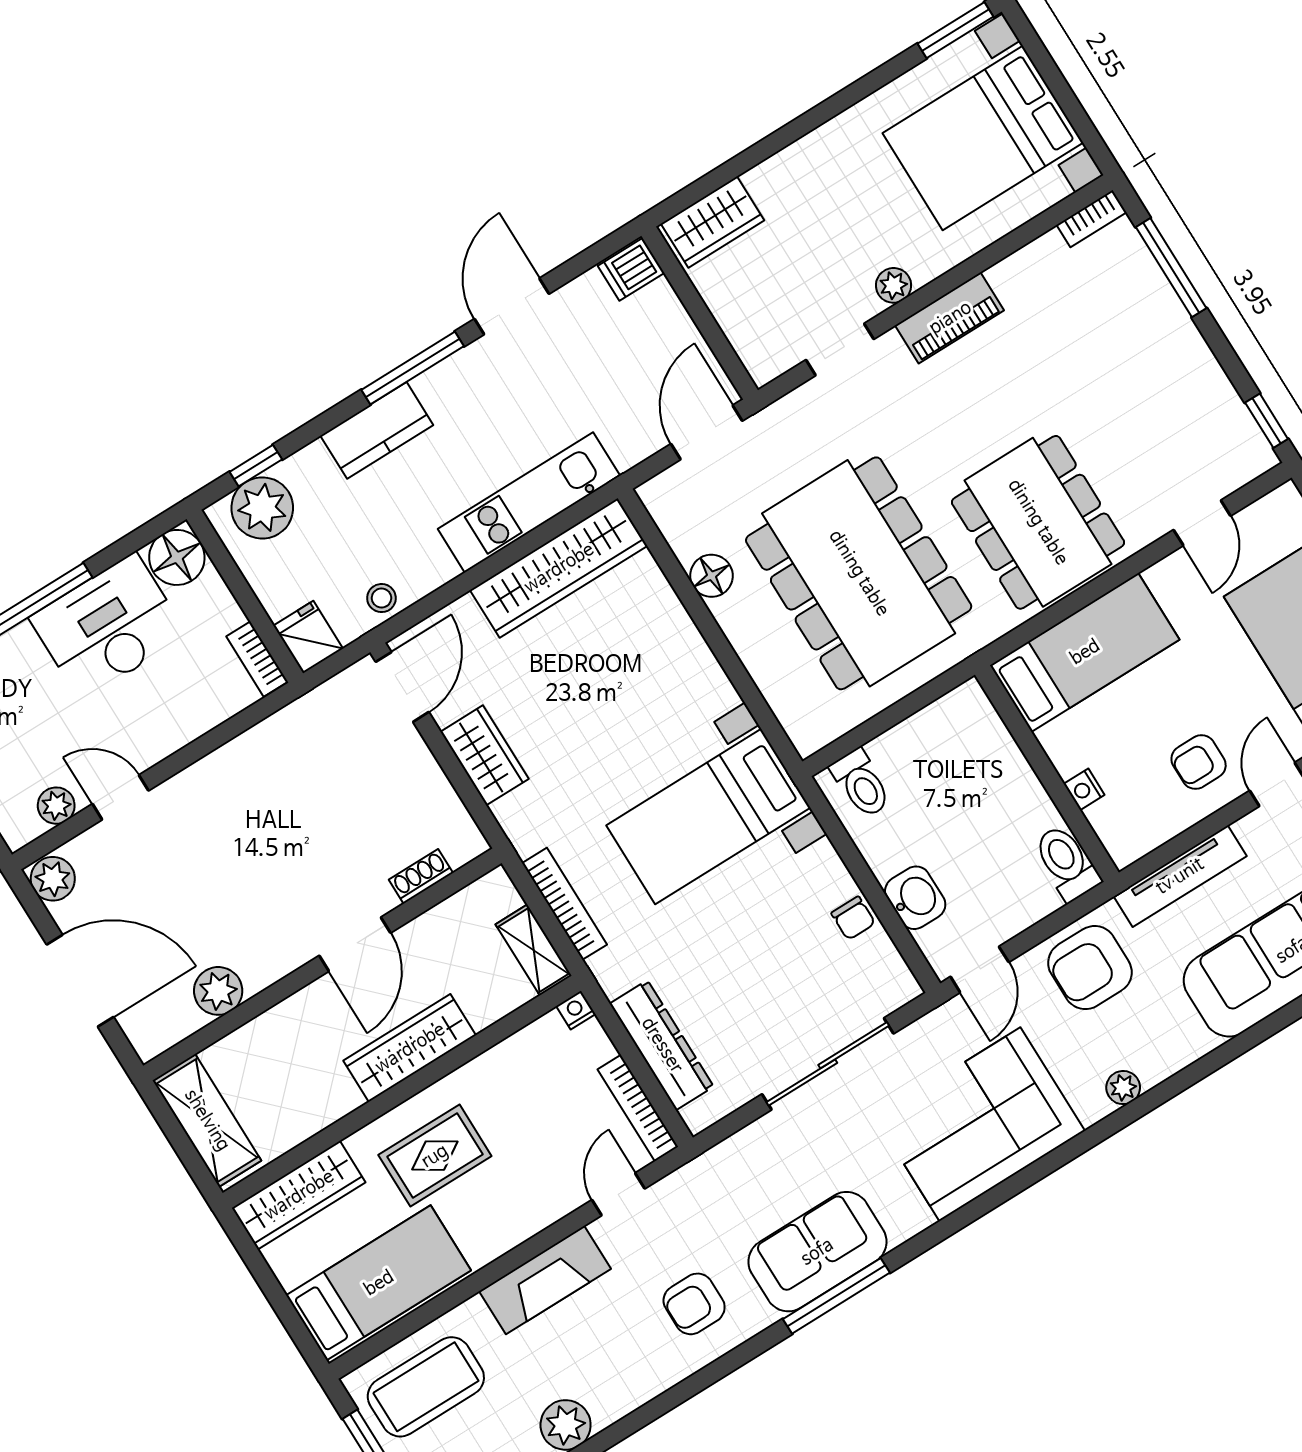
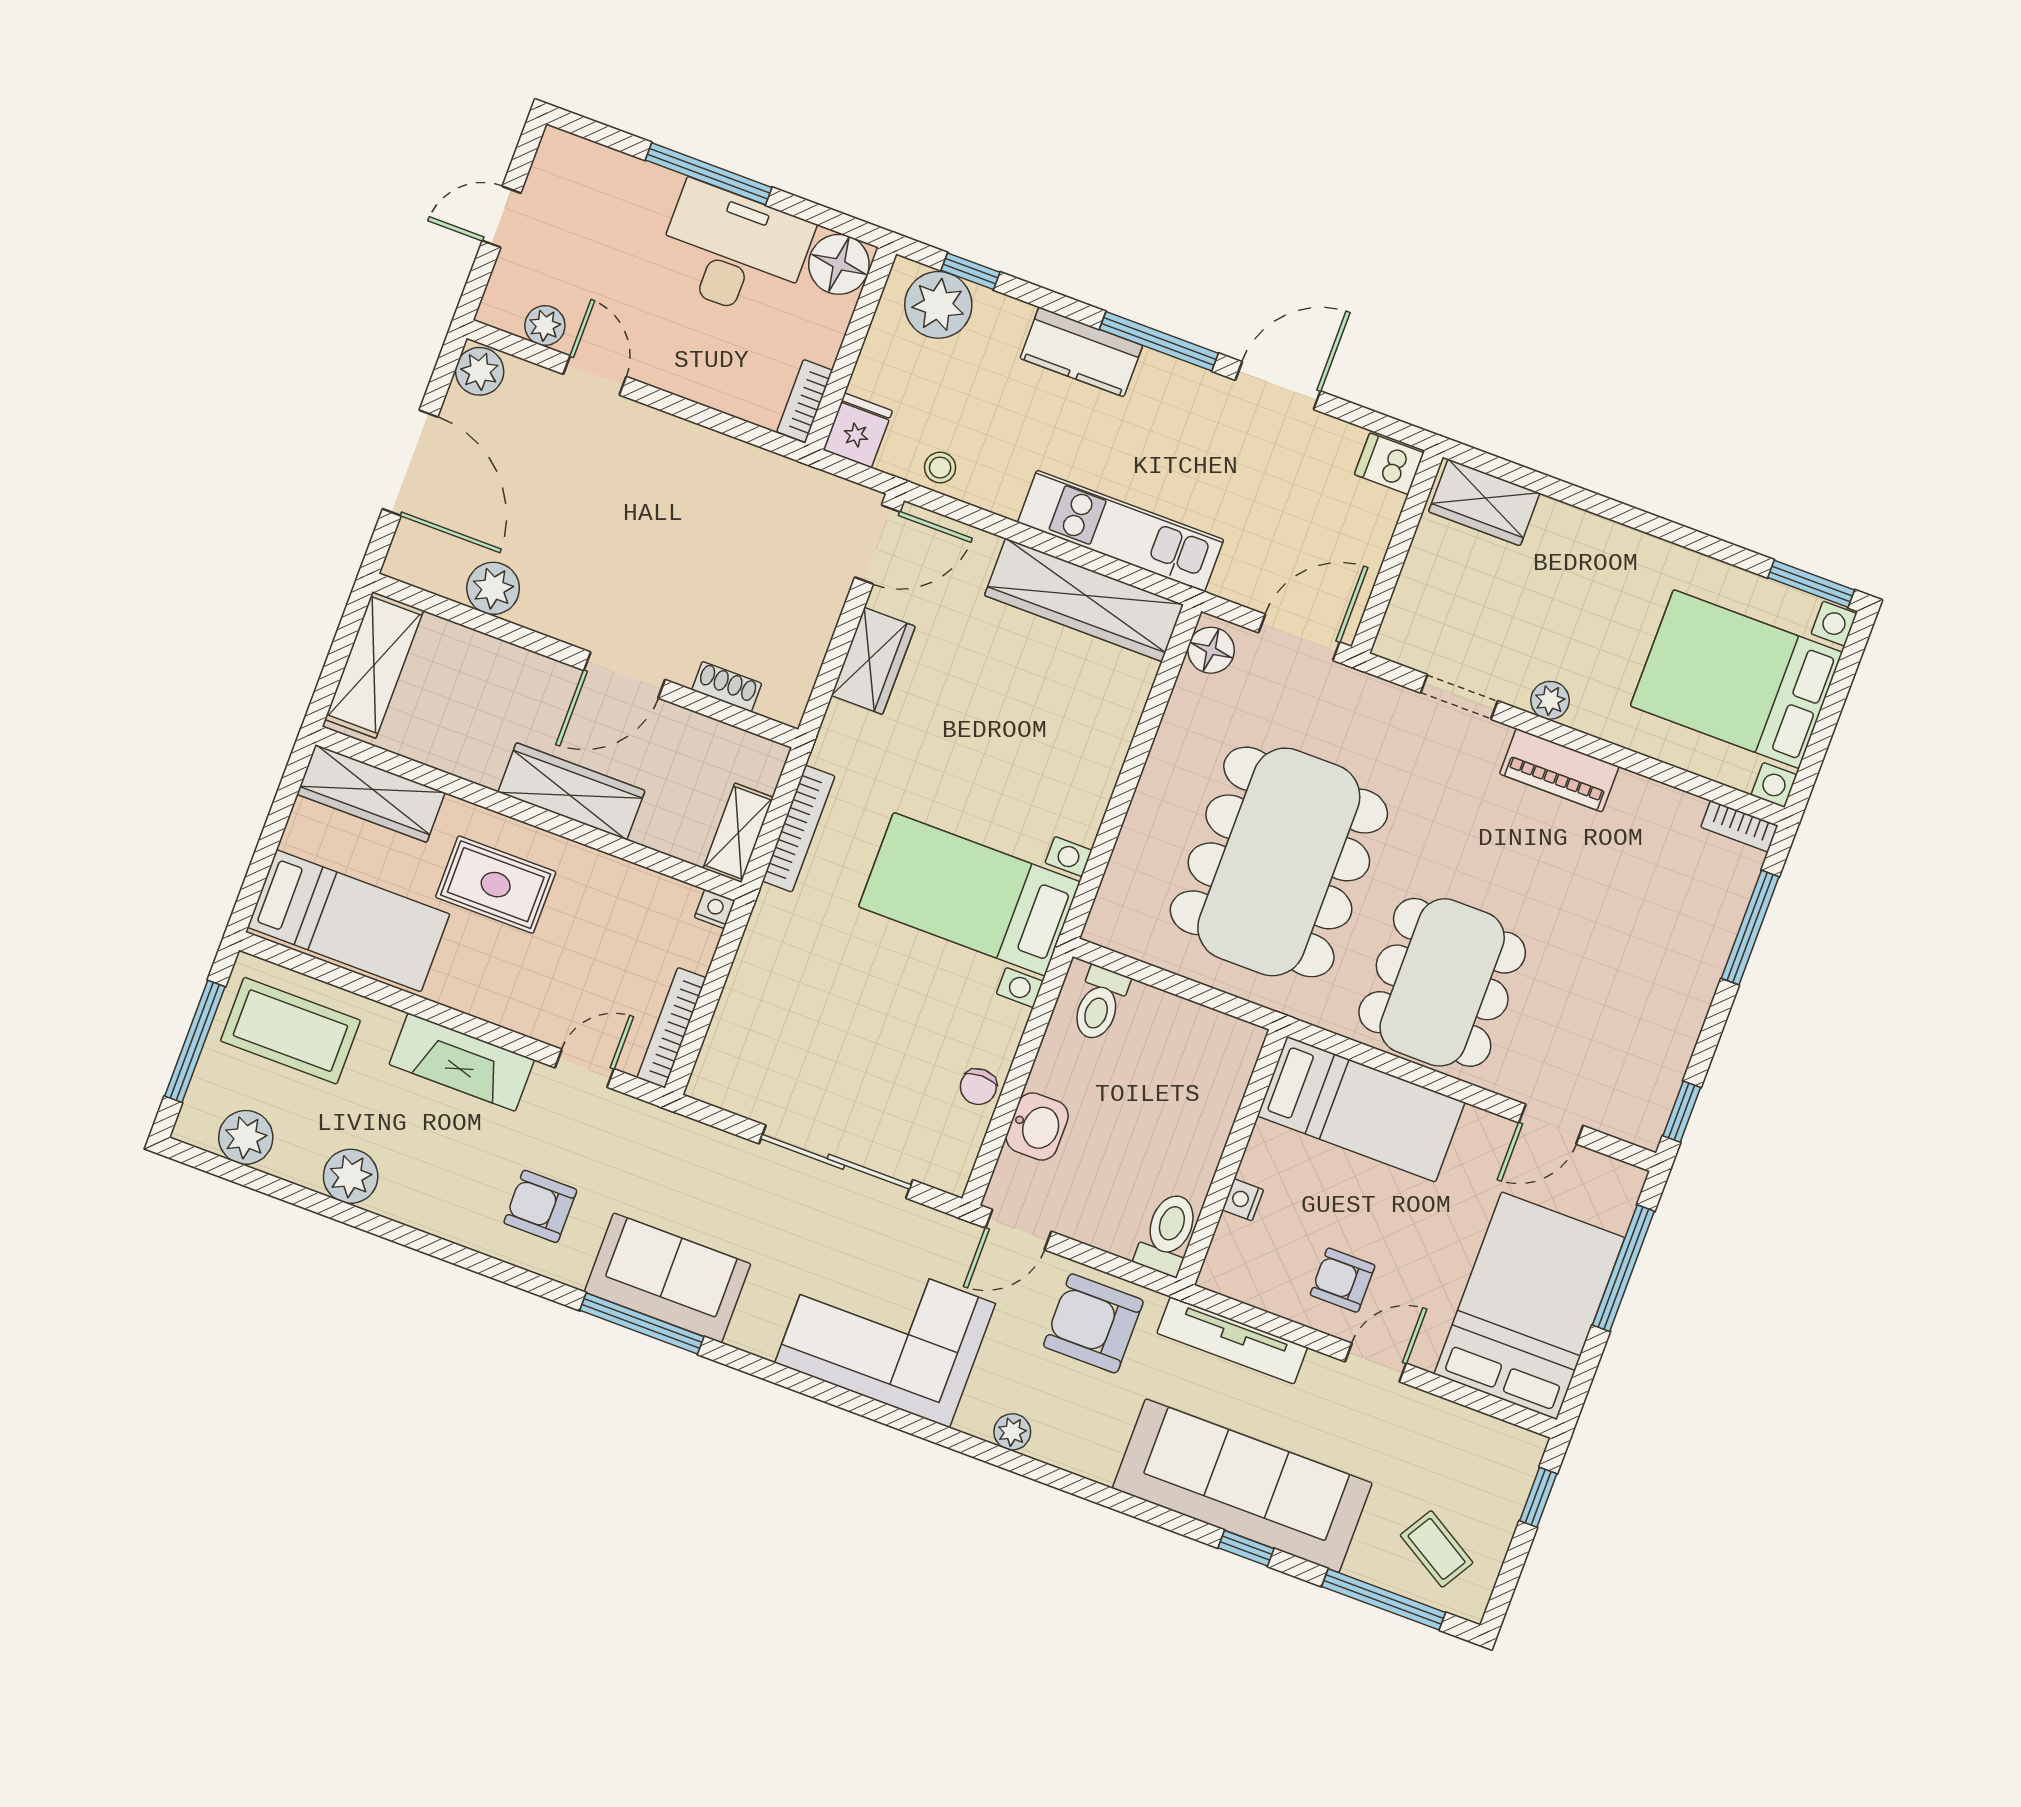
floor lamp: (711, 576) -> (1211, 650), moved
dresser: (662, 1045) -> (742, 1006), removed

